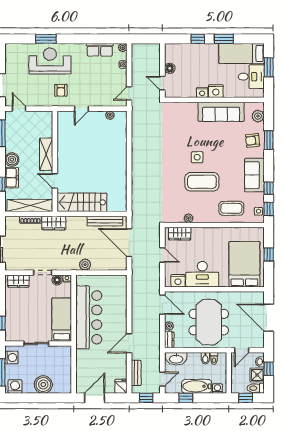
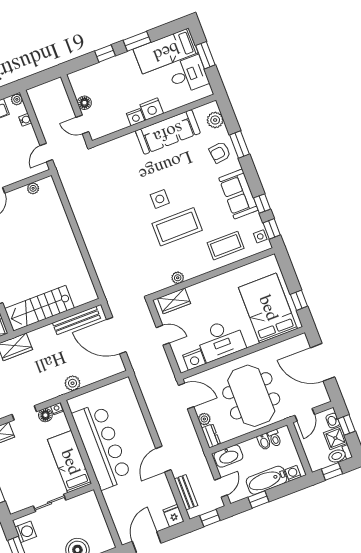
window: (269, 254) -> (299, 300), moved

